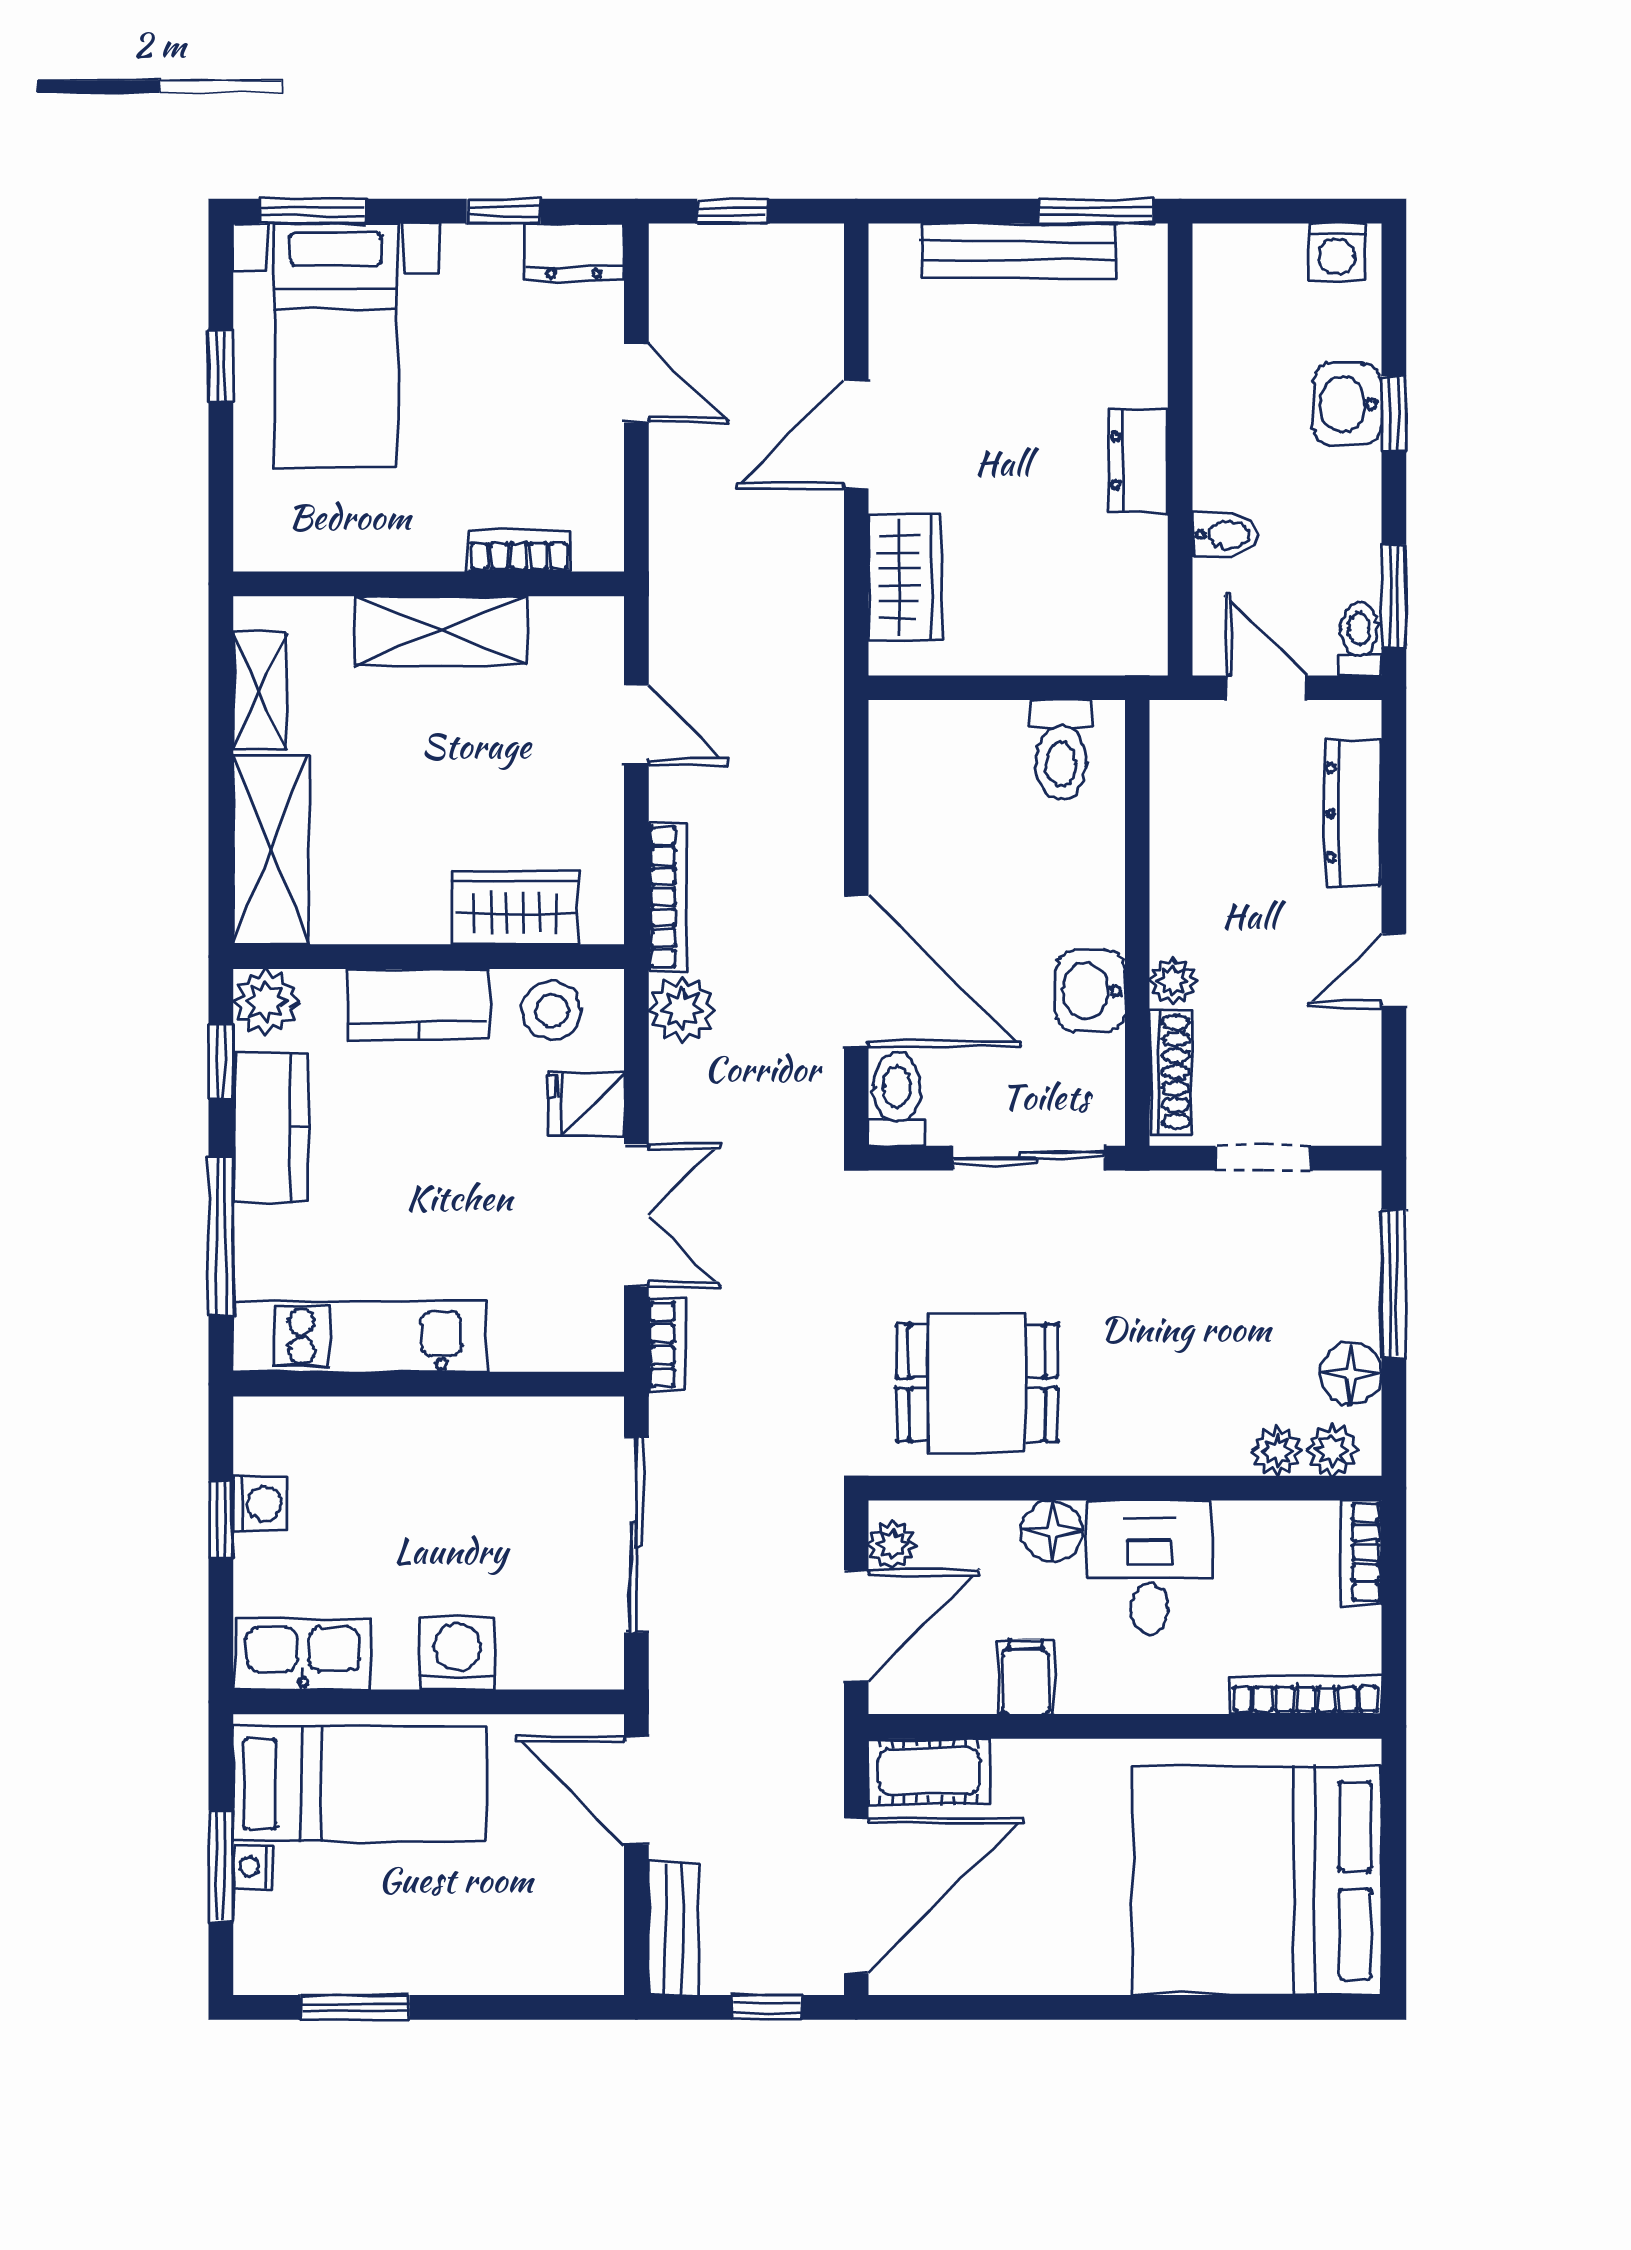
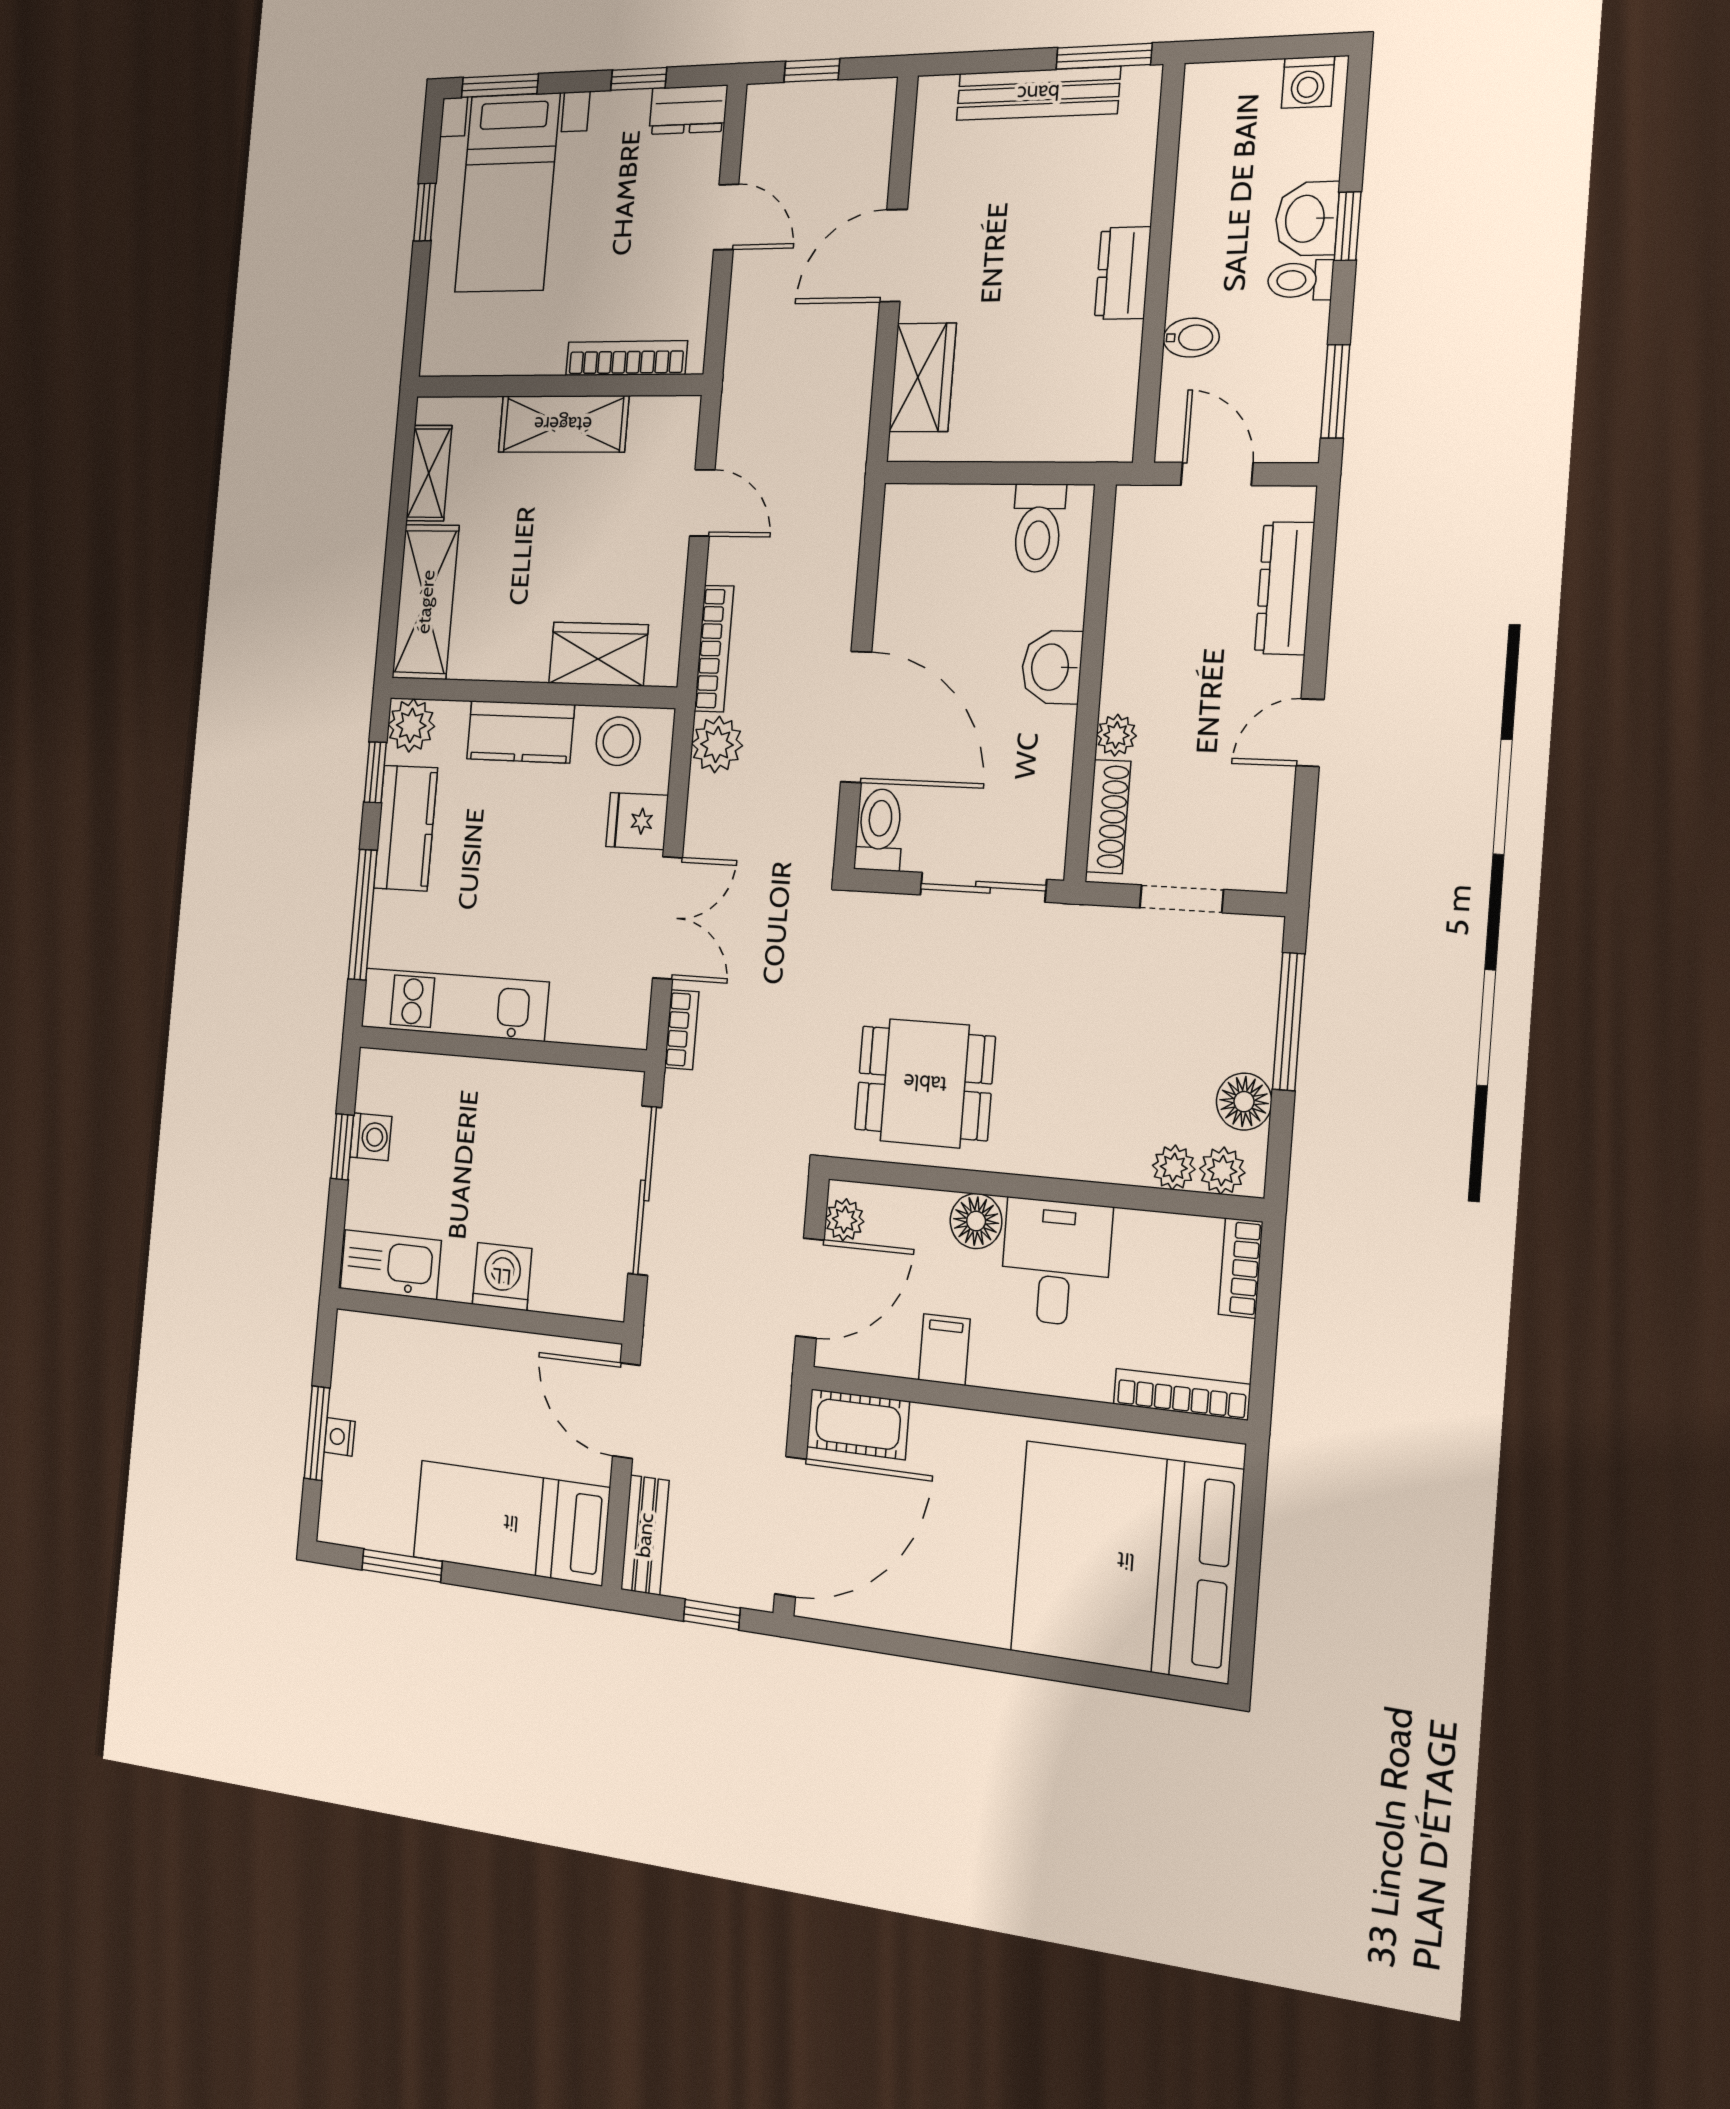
bookcase: (519, 551) -> (626, 358), width x1.56
toilet: (1359, 639) -> (1300, 280), moved, turned -90
washbasin: (1090, 991) -> (1052, 667), moved
bed: (360, 1784) -> (511, 1523), moved, turned 180

